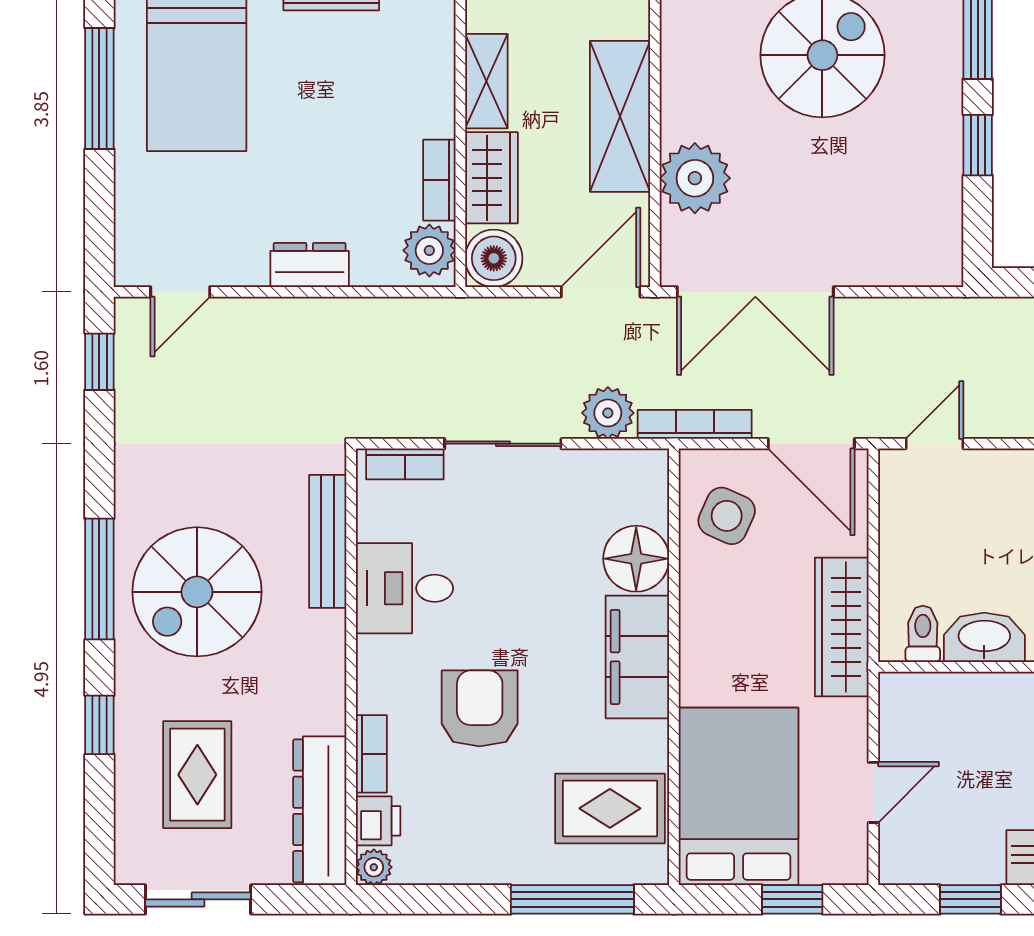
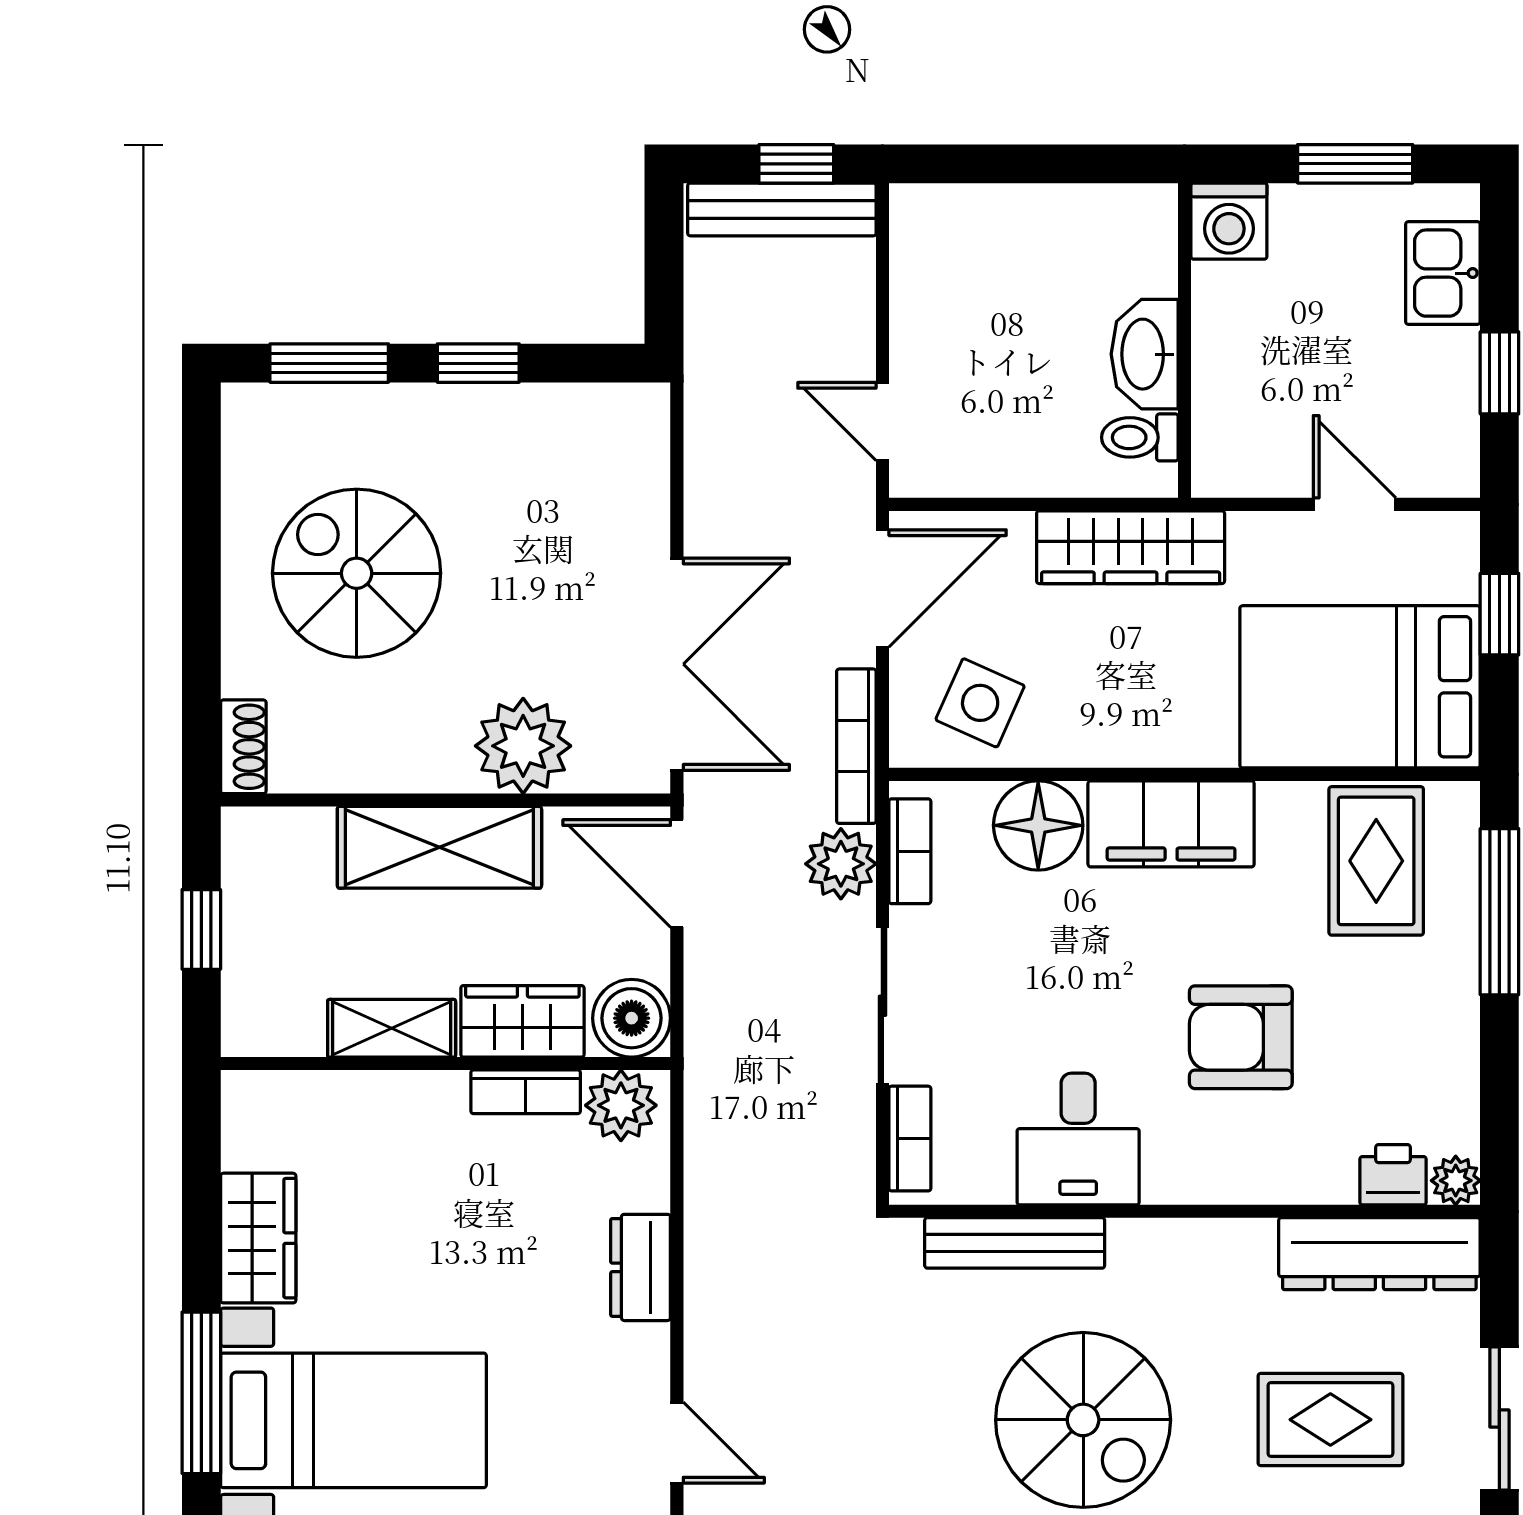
bookcase: (371, 754) -> (910, 851), moved, turned 90

